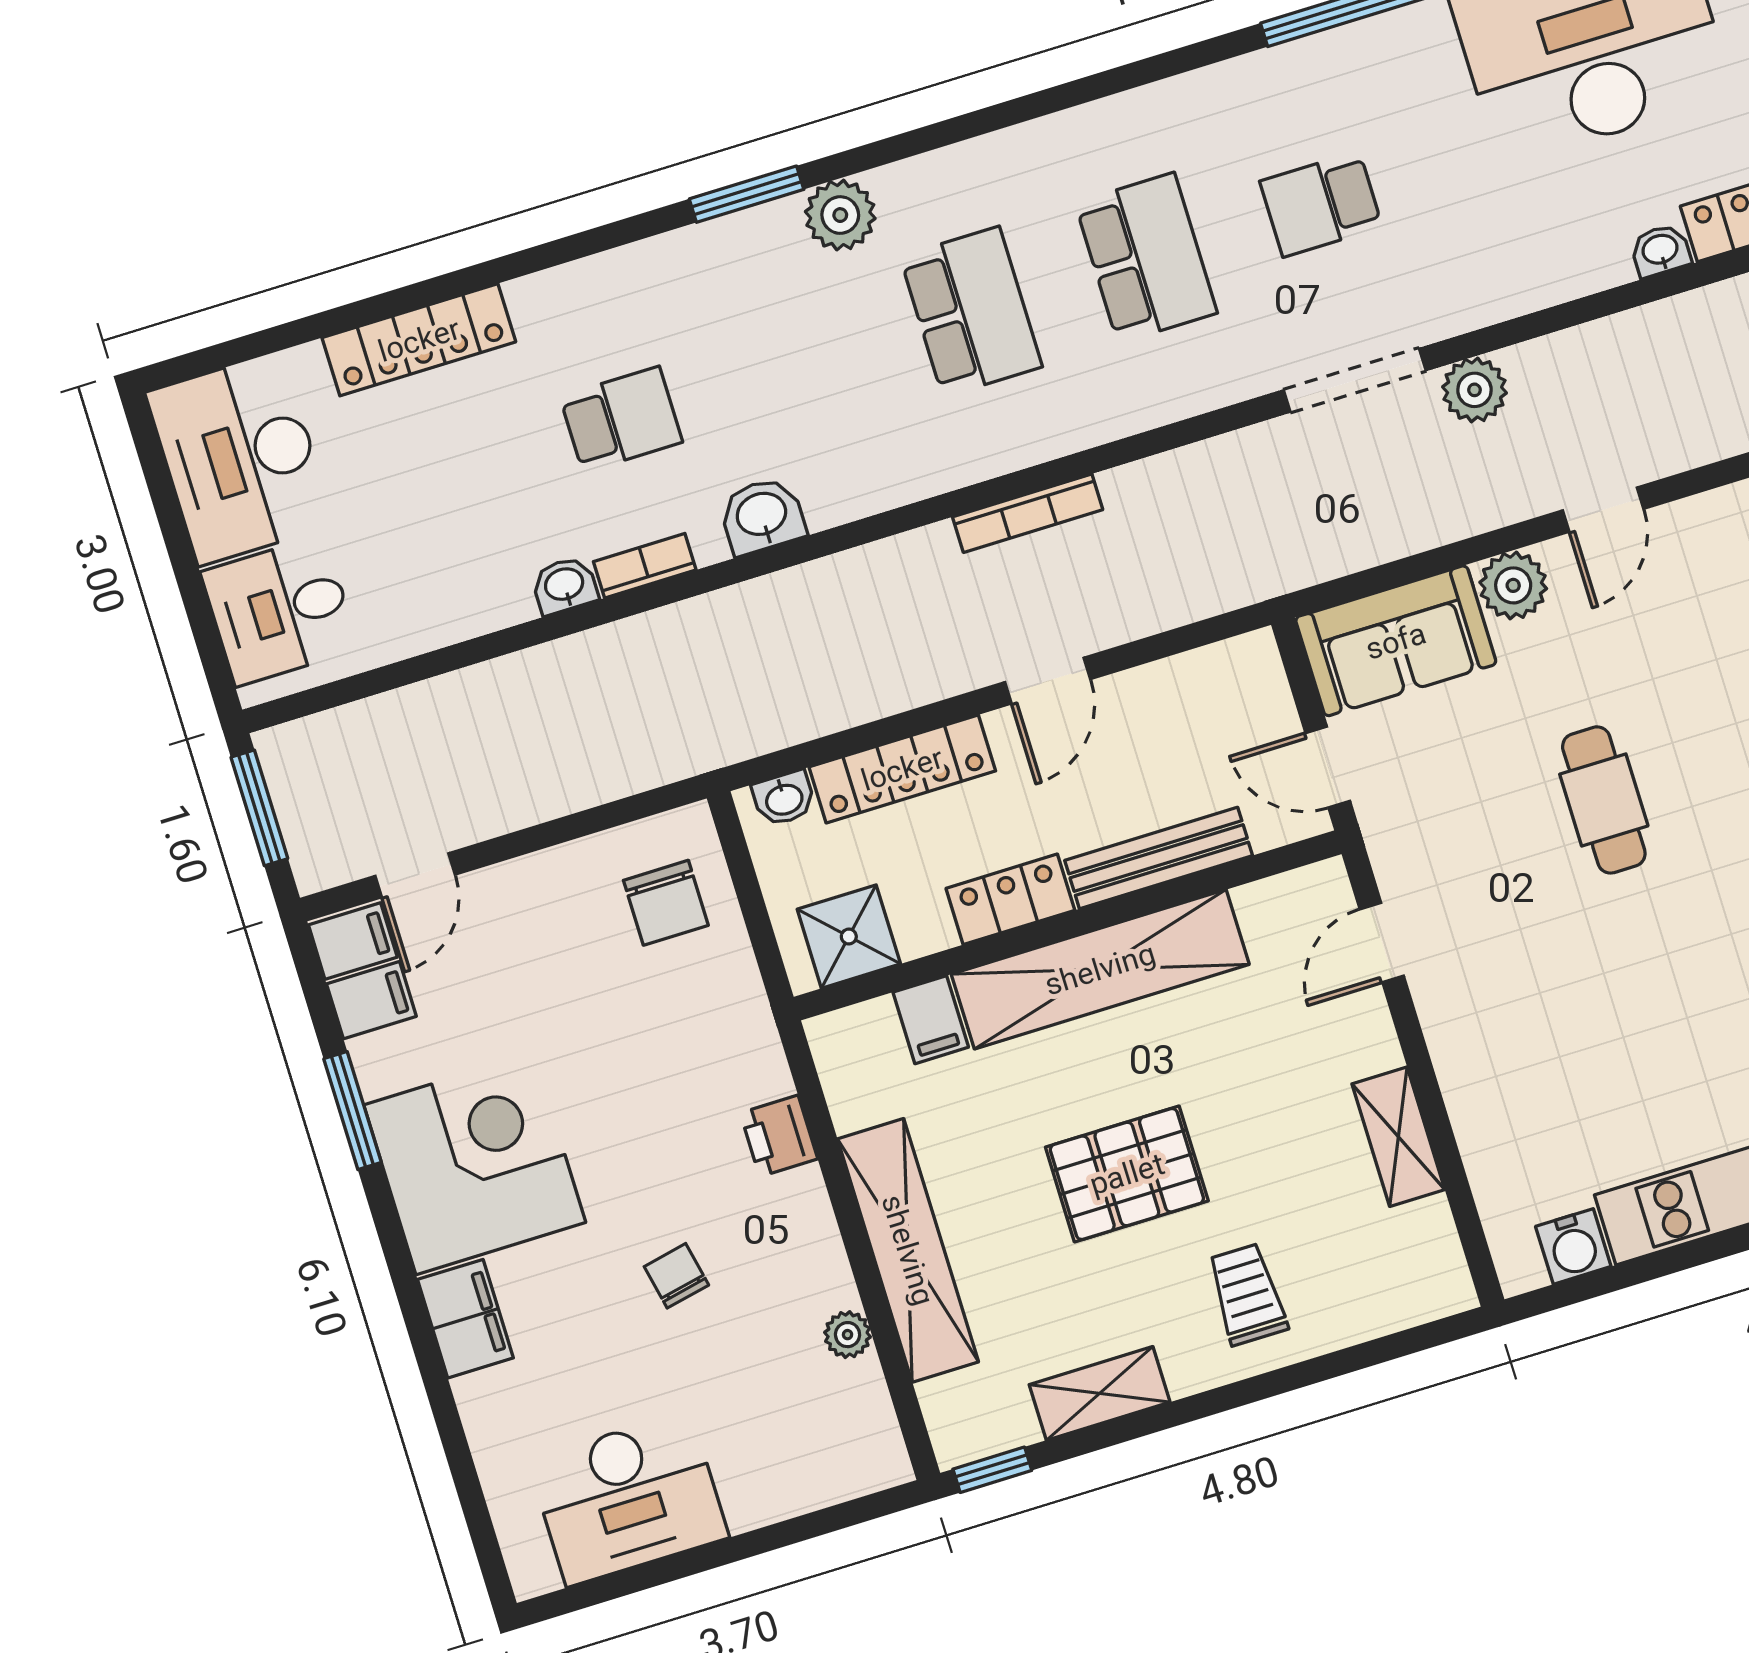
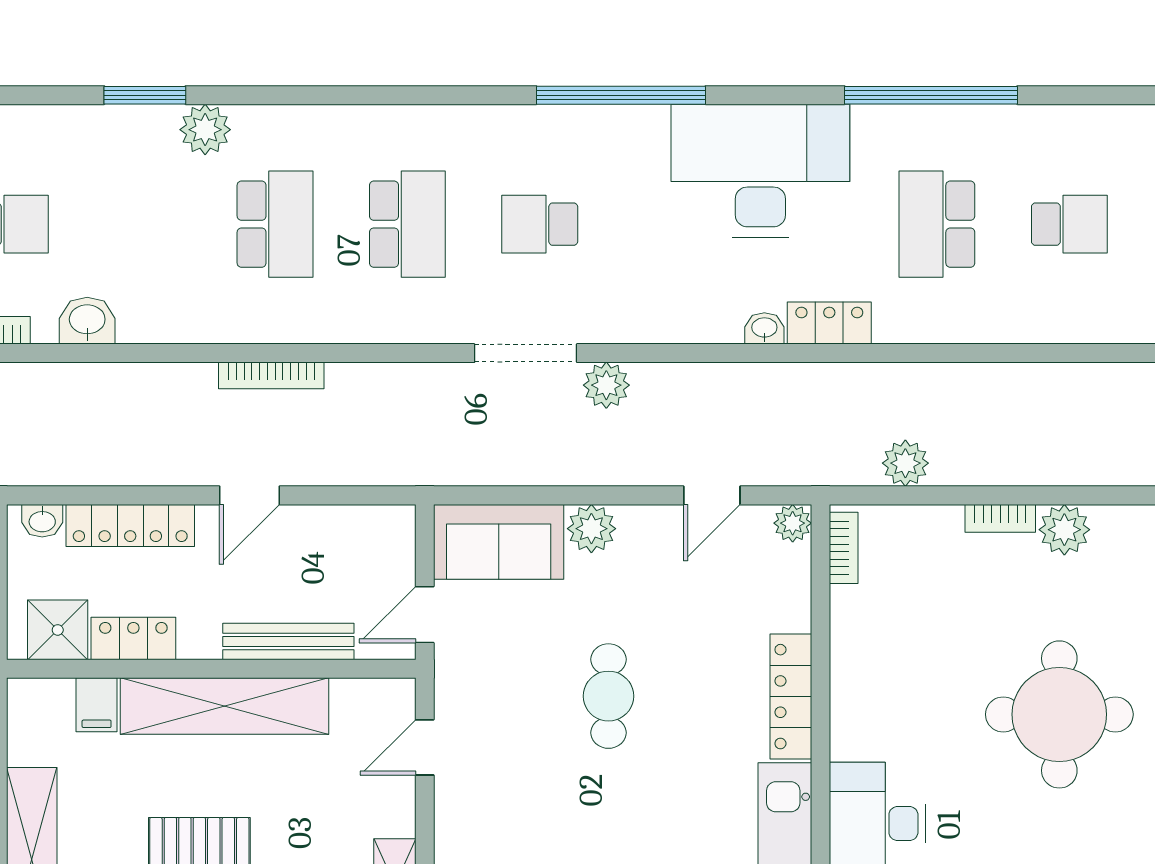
door: (1603, 510) -> (712, 495), moved
door: (1328, 767) -> (425, 615), hinge flipped
locker: (1010, 899) -> (133, 639), moved

